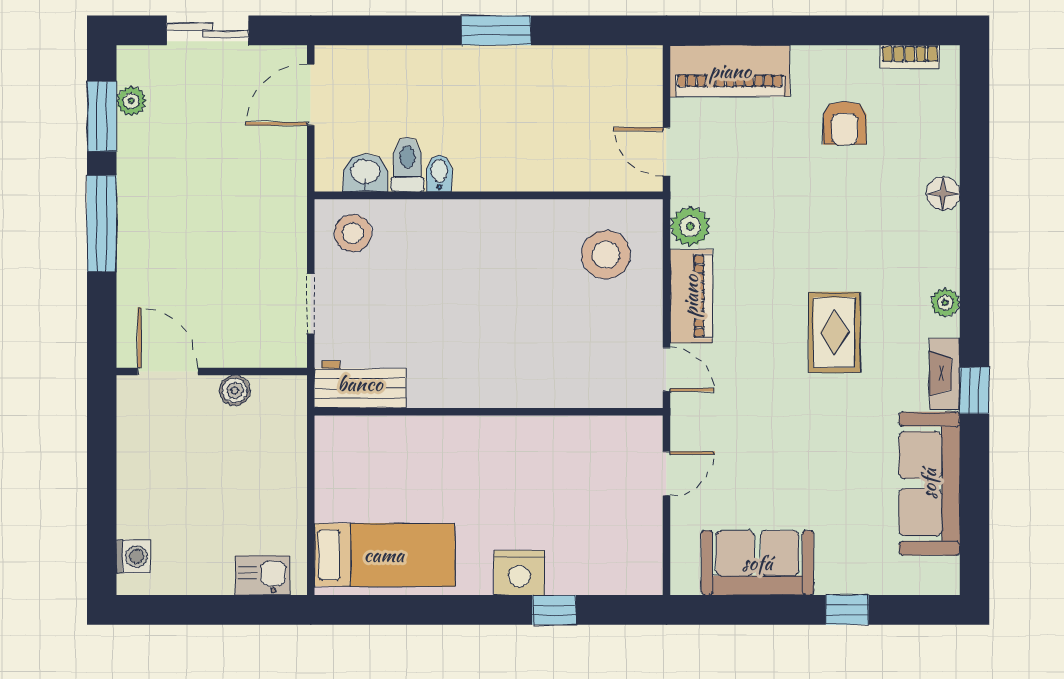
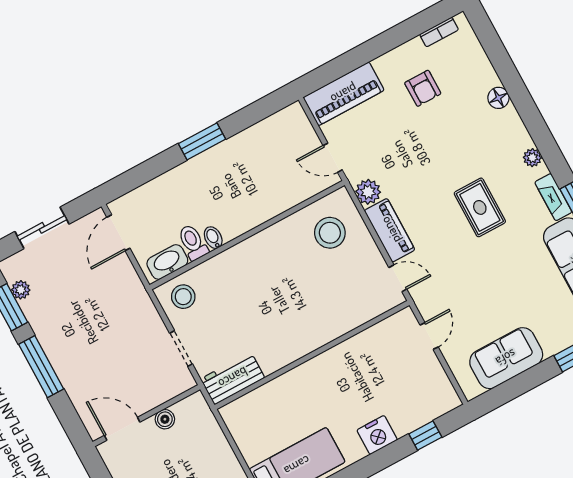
washbasin: (366, 173) -> (167, 262), width x1.38
window: (554, 610) -> (425, 436), moved

